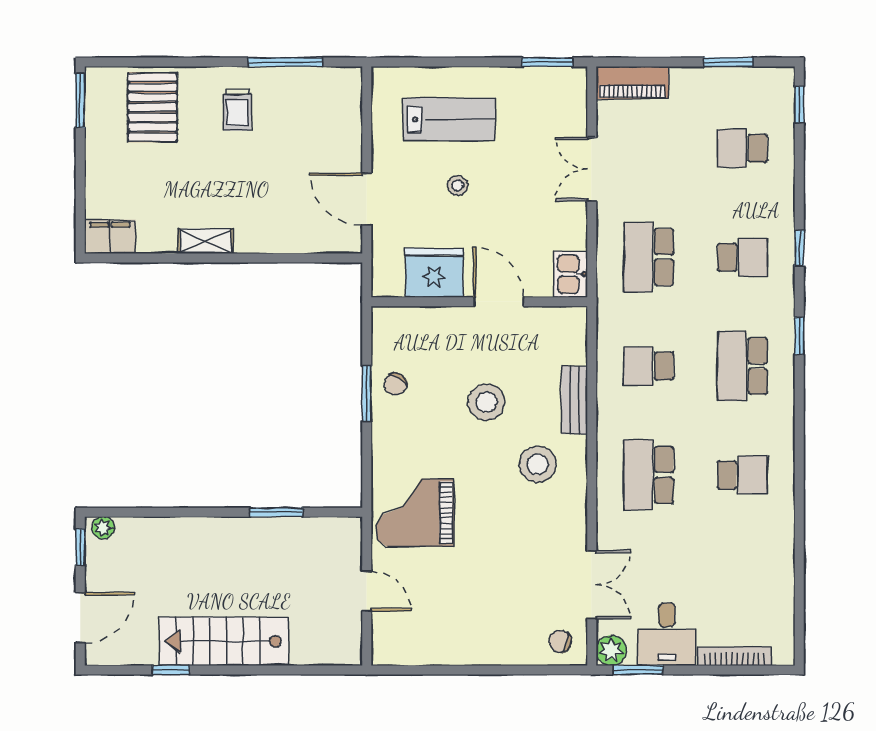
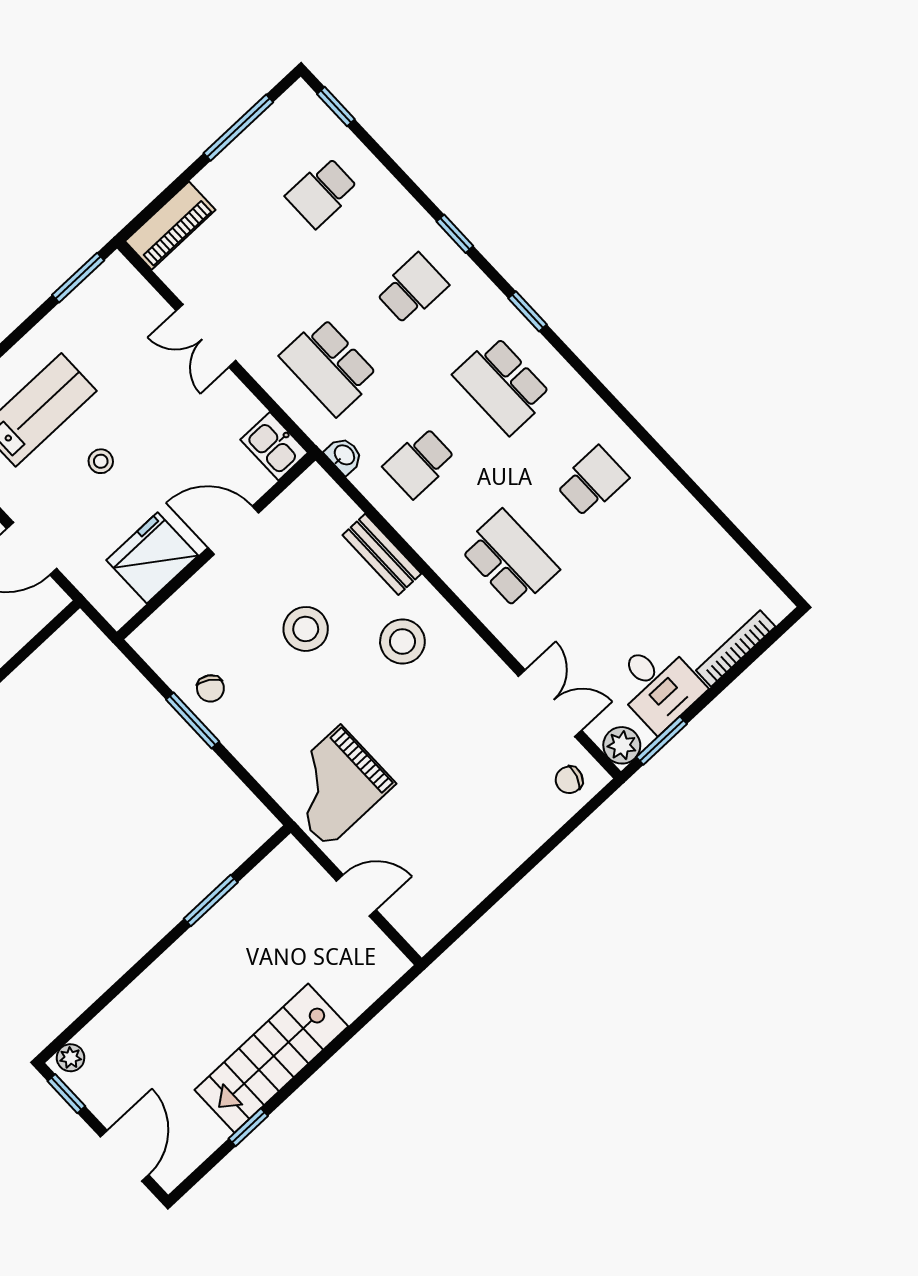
window: (728, 62) -> (238, 128), width x1.44
washbasin: (607, 319) -> (344, 455), added
school desk: (649, 475) -> (509, 559), turned 180

